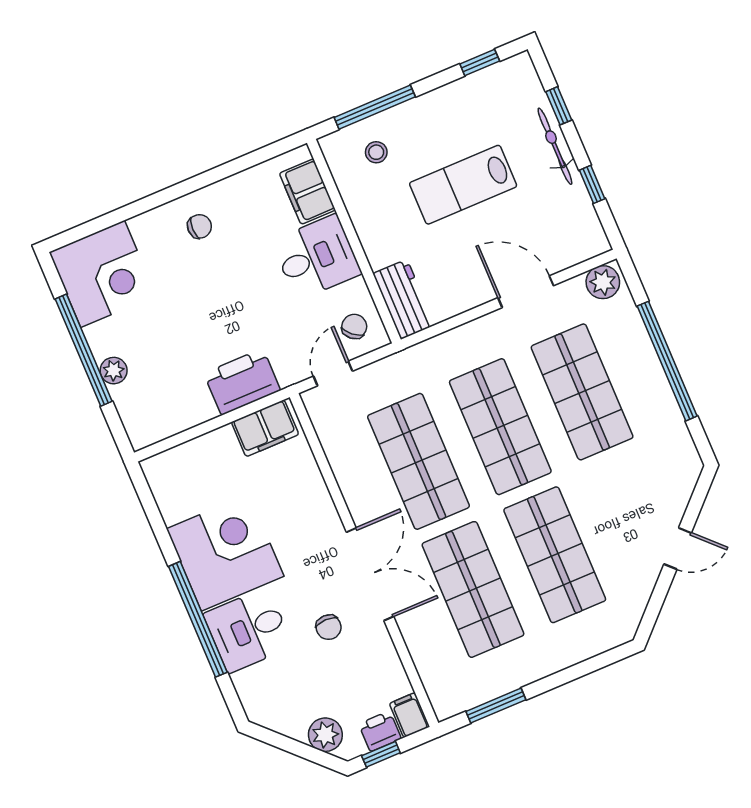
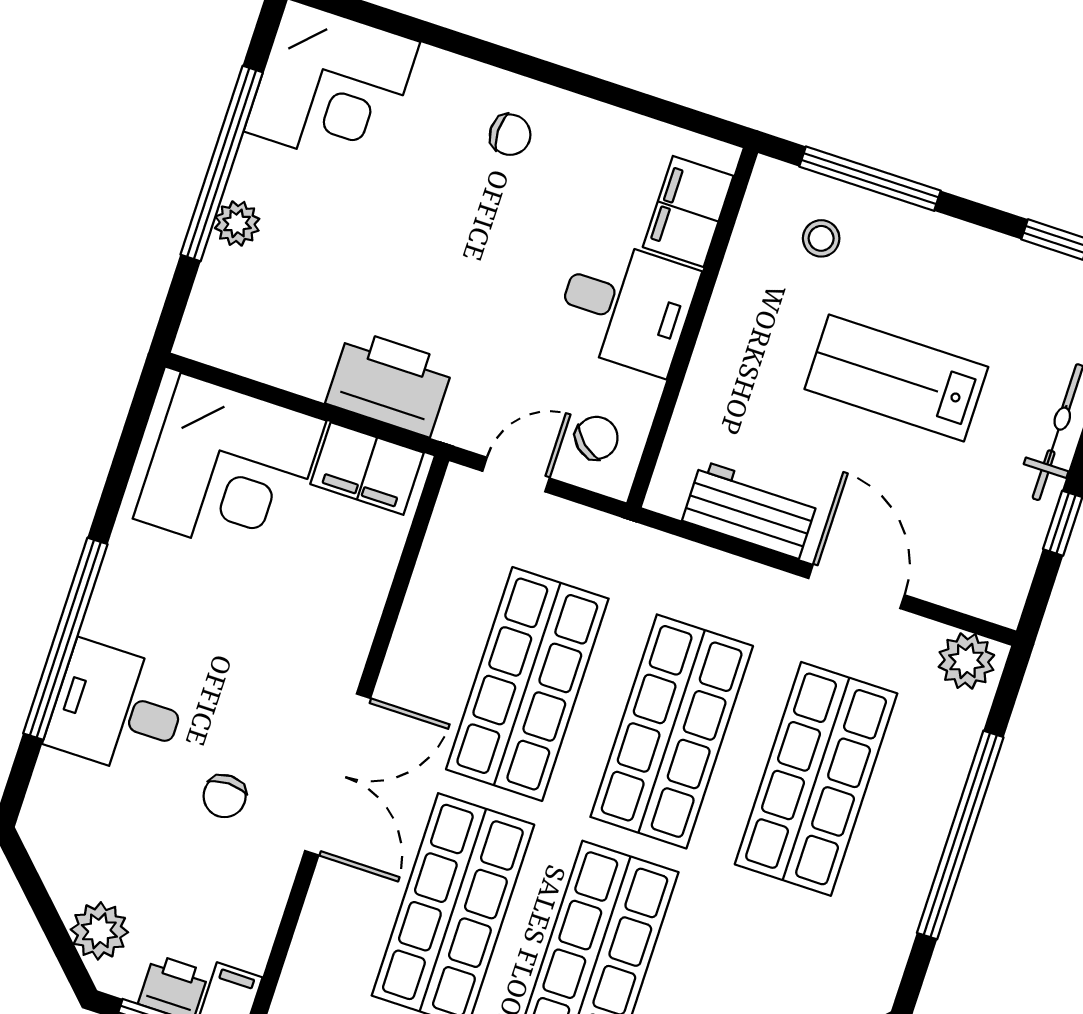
workbench: (404, 299) -> (750, 510), moved, turned -90
corner desk: (225, 552) -> (230, 470), moved, turned 90

